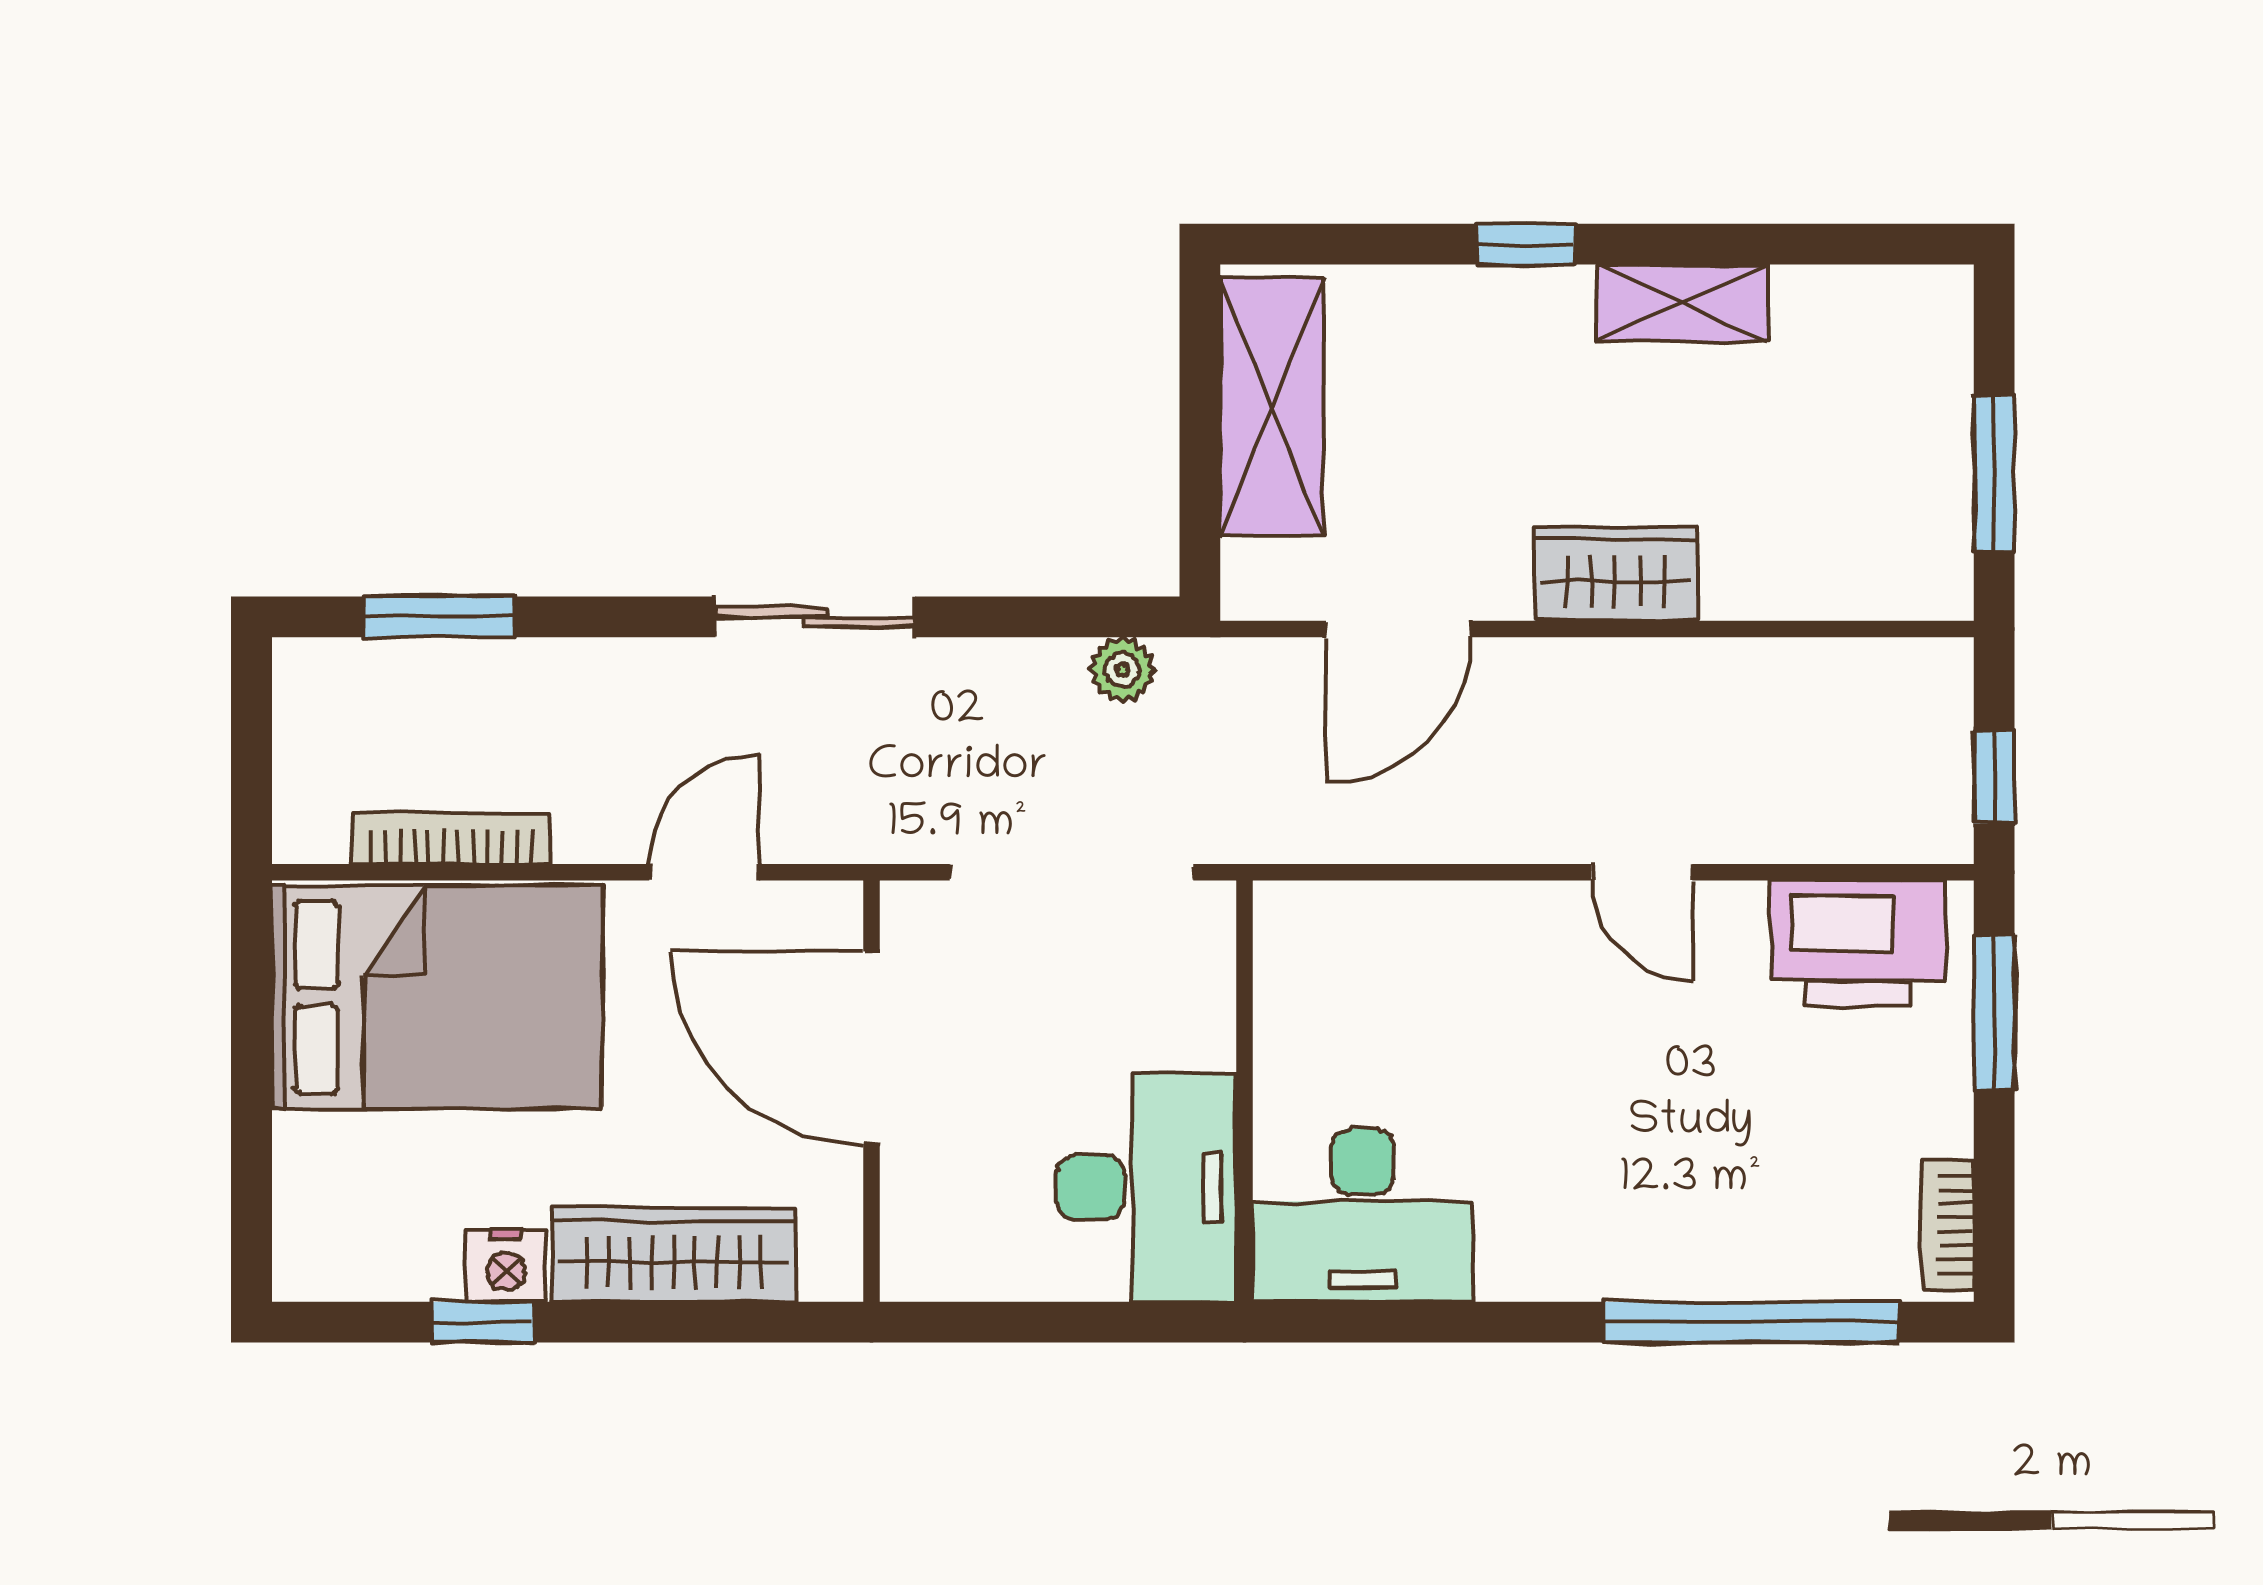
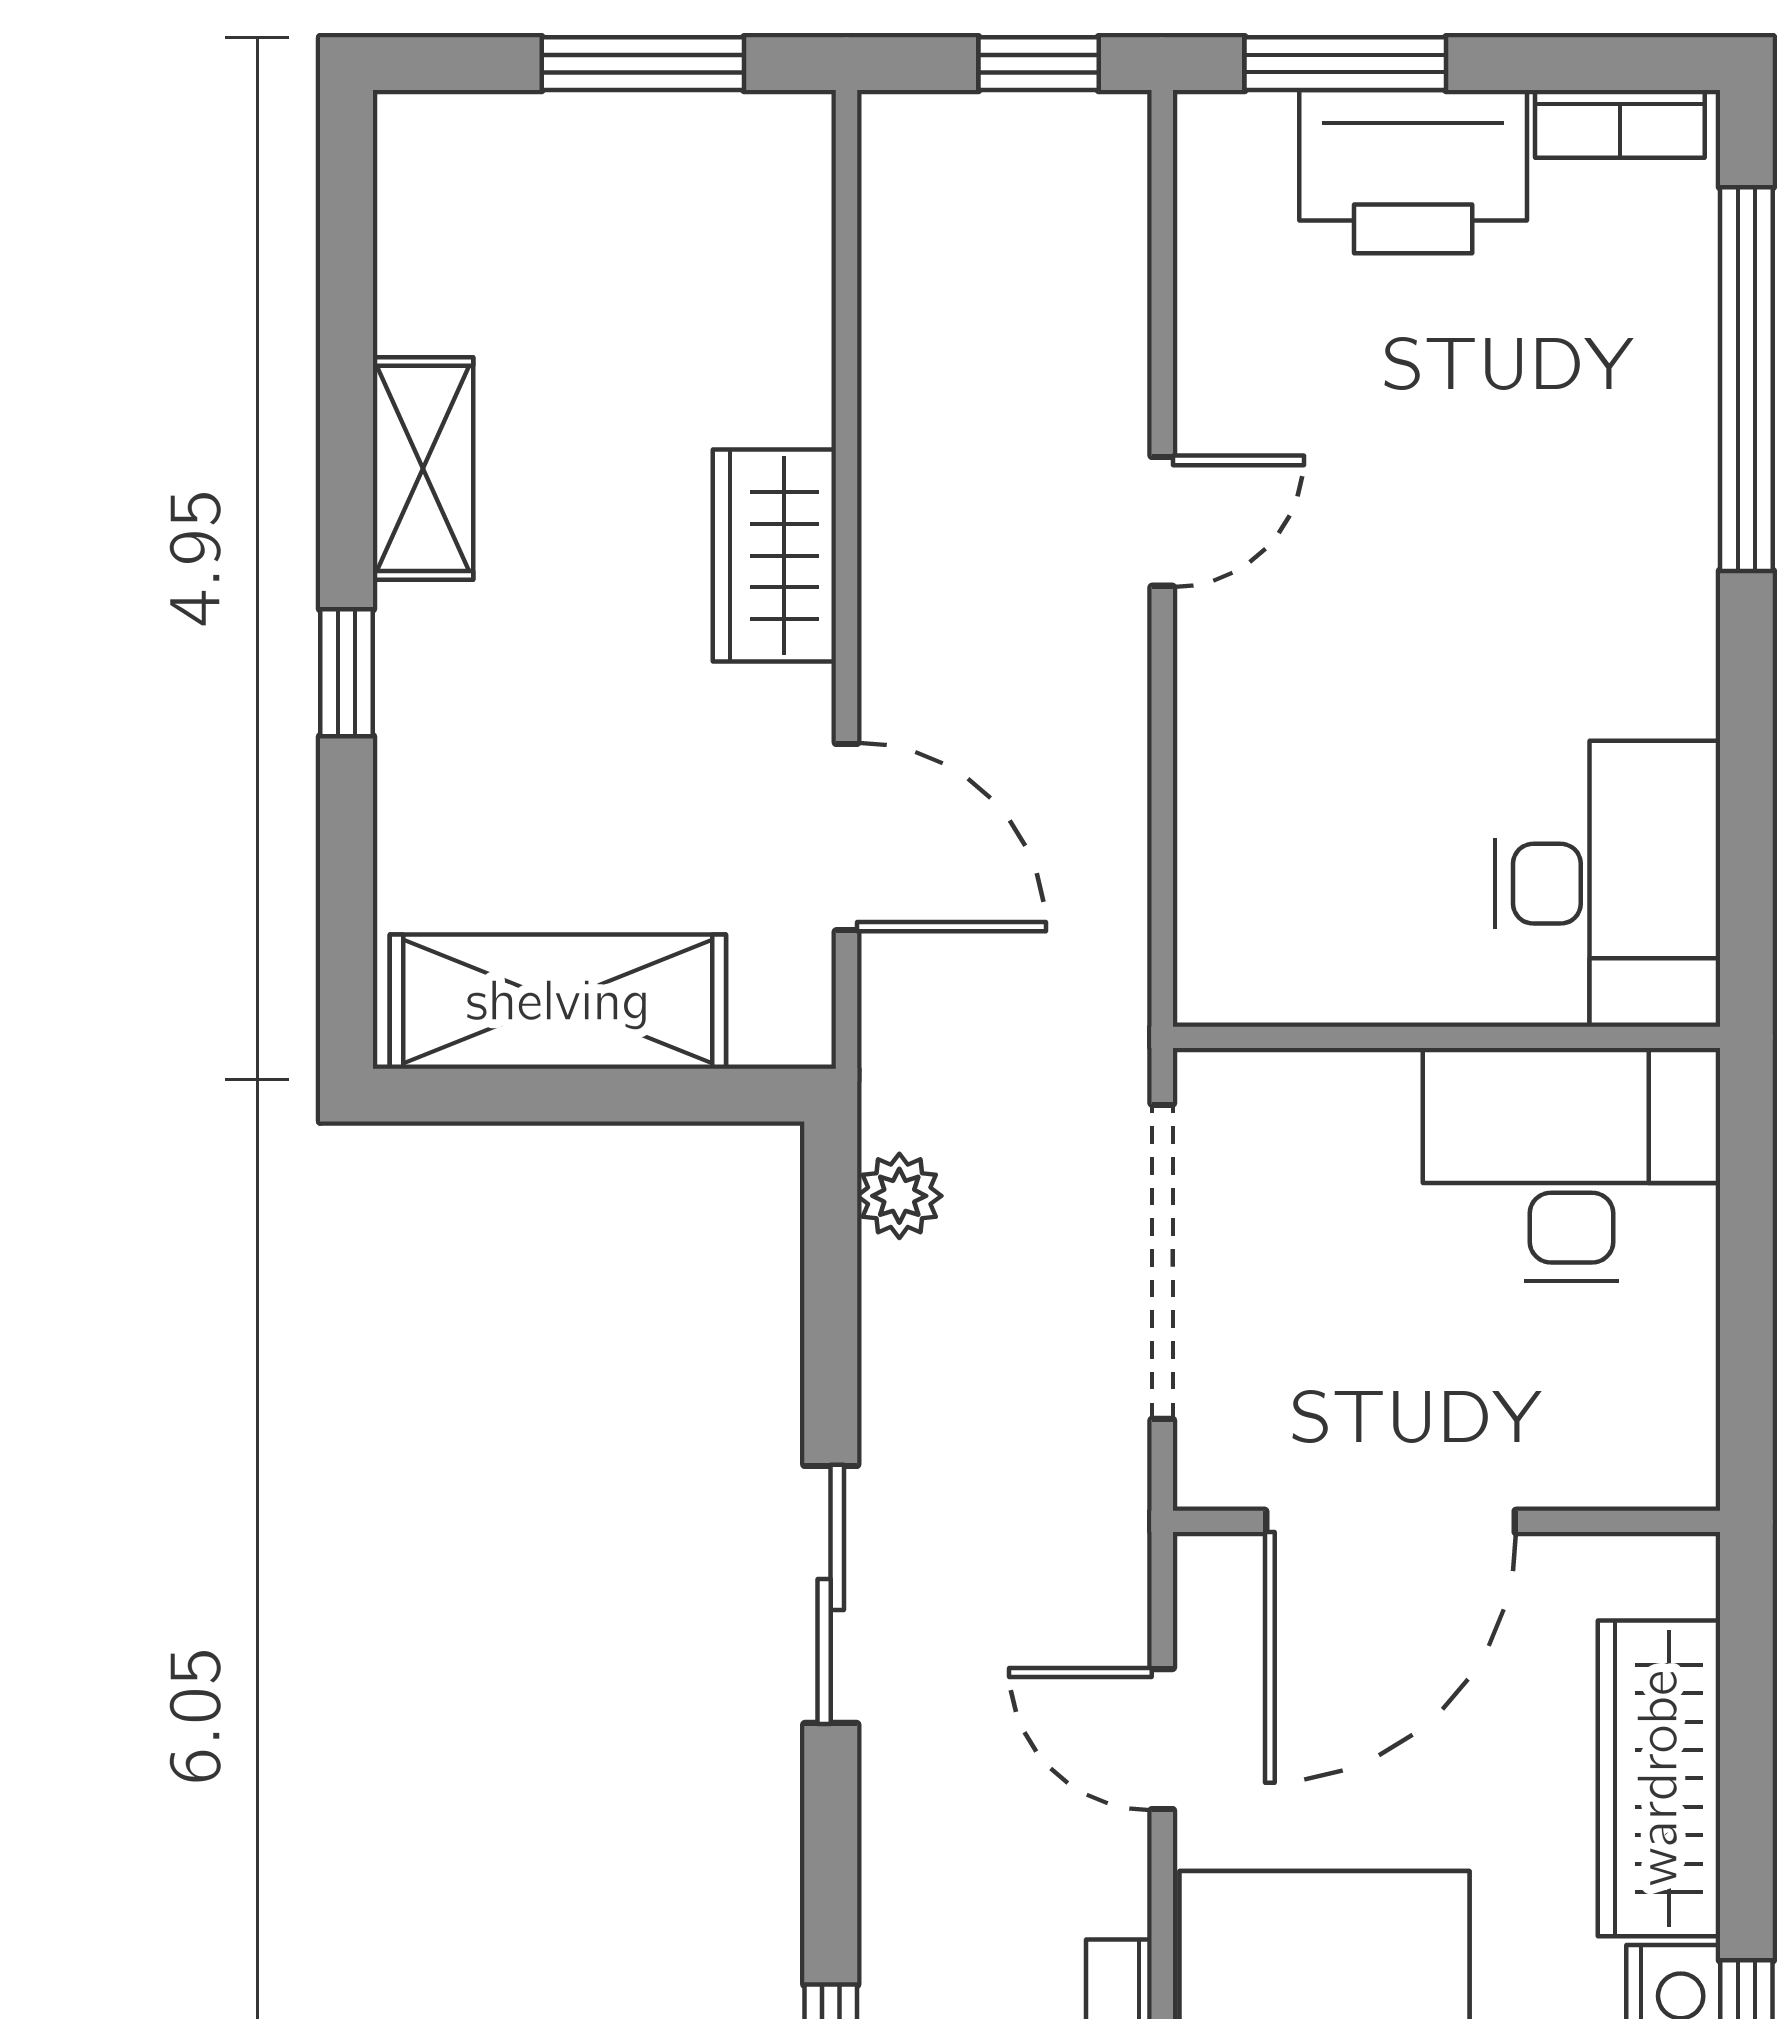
printer: (1858, 943) -> (1413, 172), moved, turned 90

